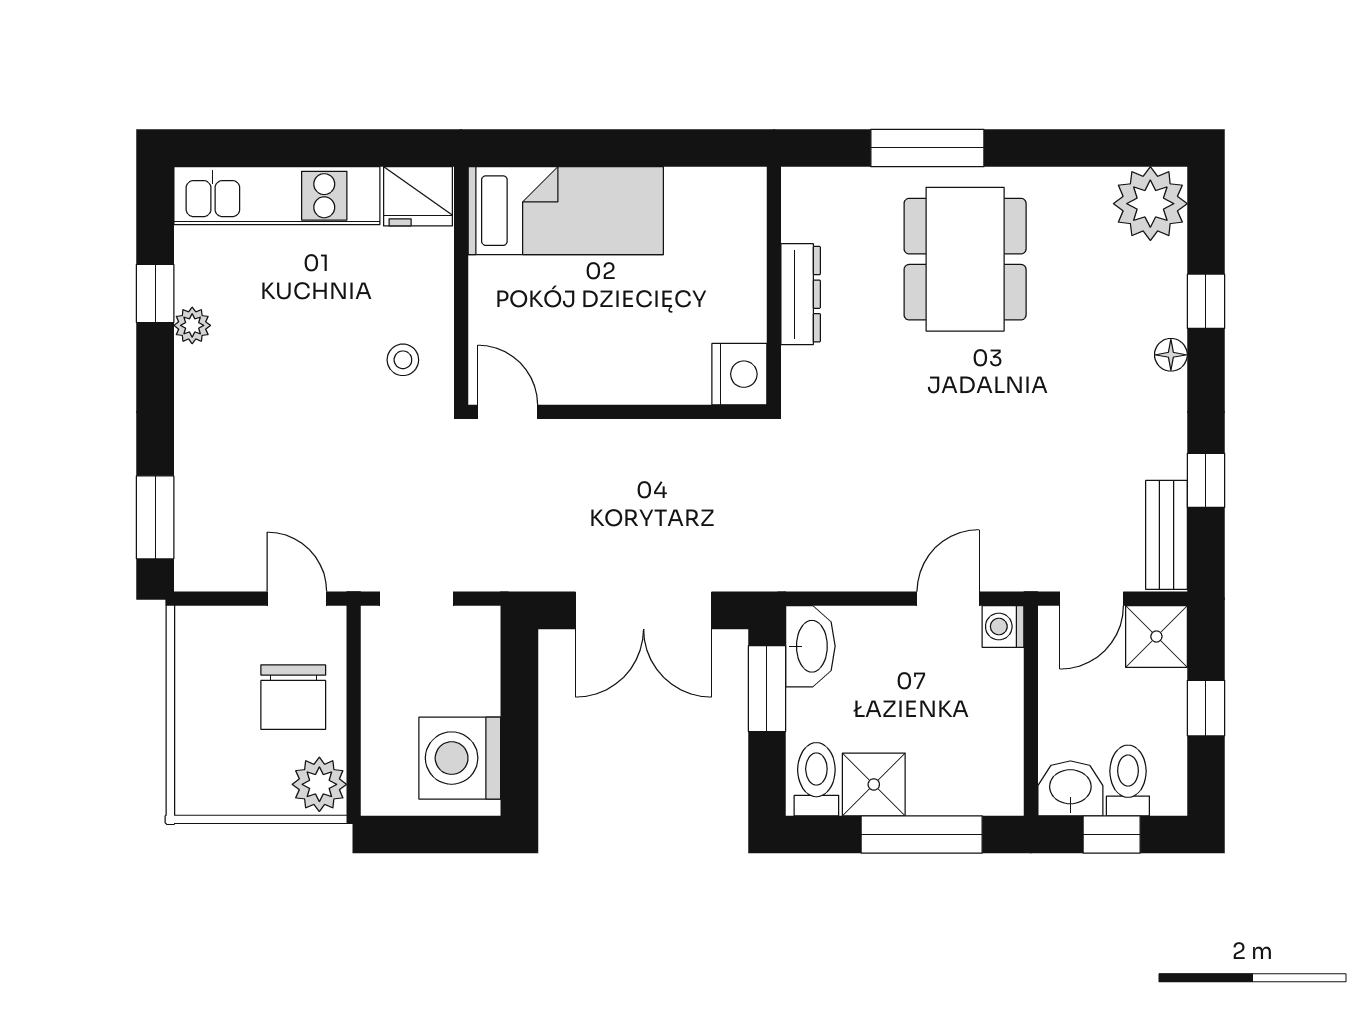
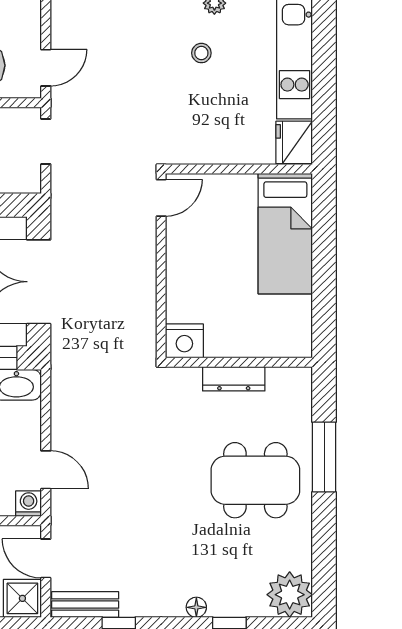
stool: (403, 360) -> (201, 53), moved

